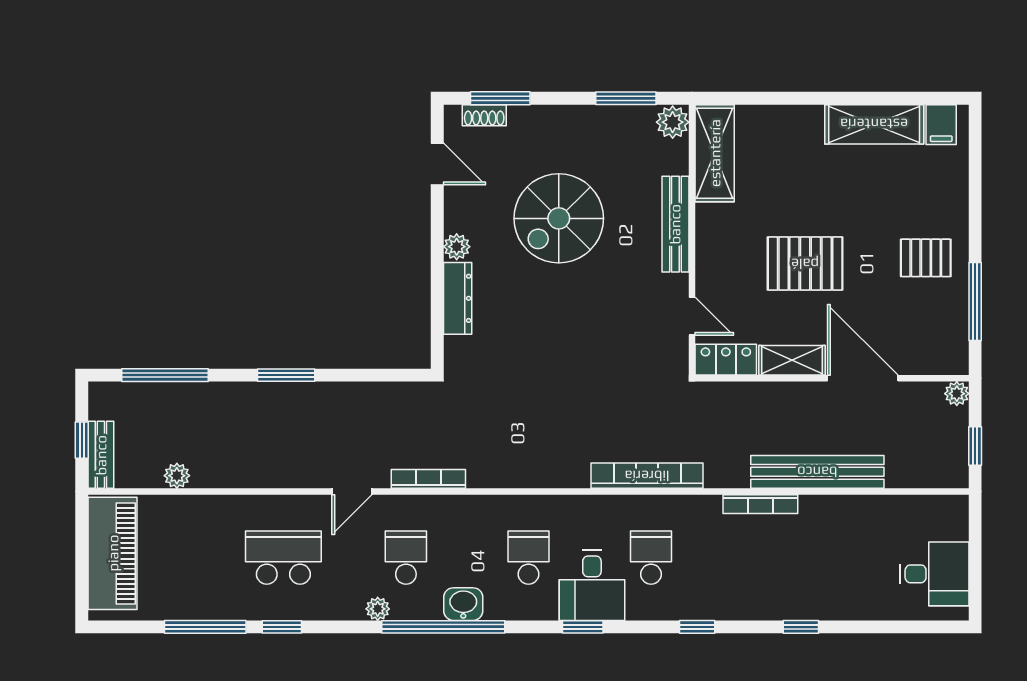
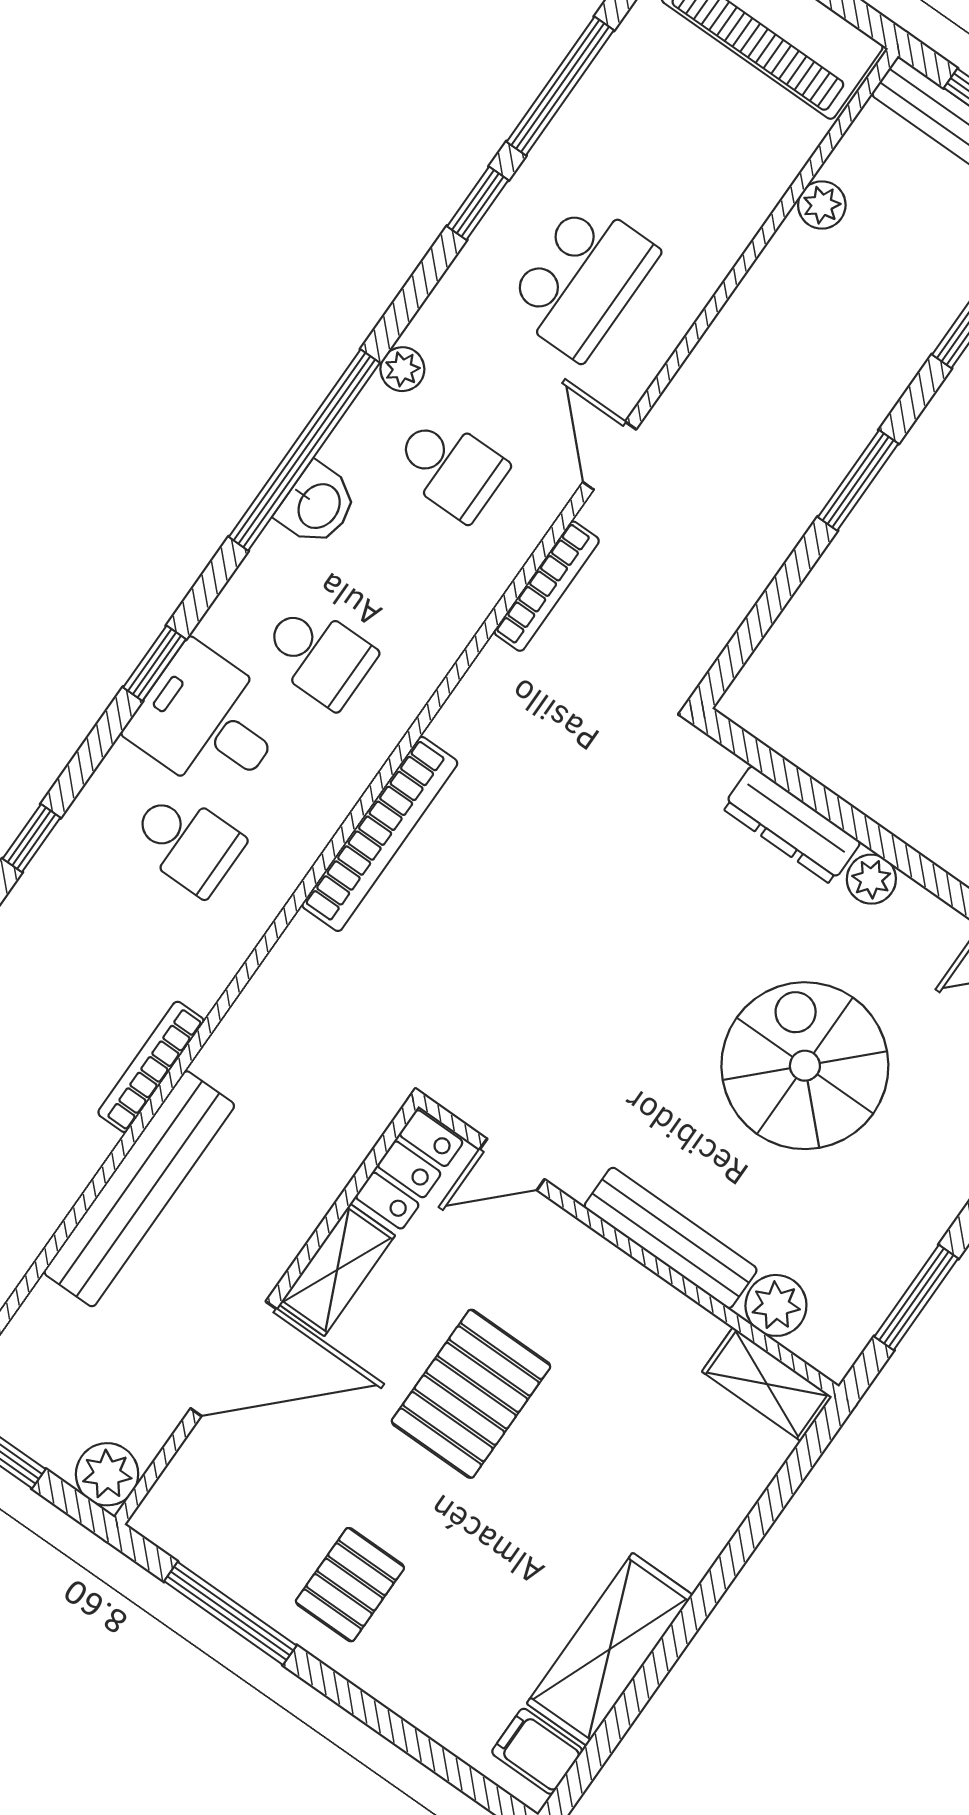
plant: (673, 122) -> (776, 1305), moved
shelving: (715, 153) -> (767, 1384), width x0.67, depth x0.75
plant: (957, 394) -> (107, 1474), width x1.38, depth x1.38
bookcase: (647, 476) -> (380, 834), moved

